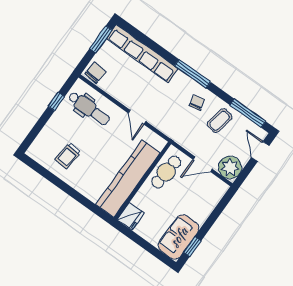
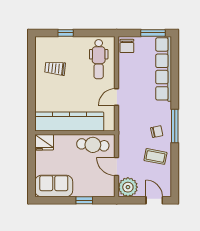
chair: (96, 73) -> (127, 46), turned 84
window: (193, 74) -> (175, 126), moved
window: (56, 101) -> (66, 33), moved
window: (248, 113) -> (175, 172), removed
door: (260, 151) -> (154, 200), hinge flipped
window: (192, 247) -> (84, 200), moved

